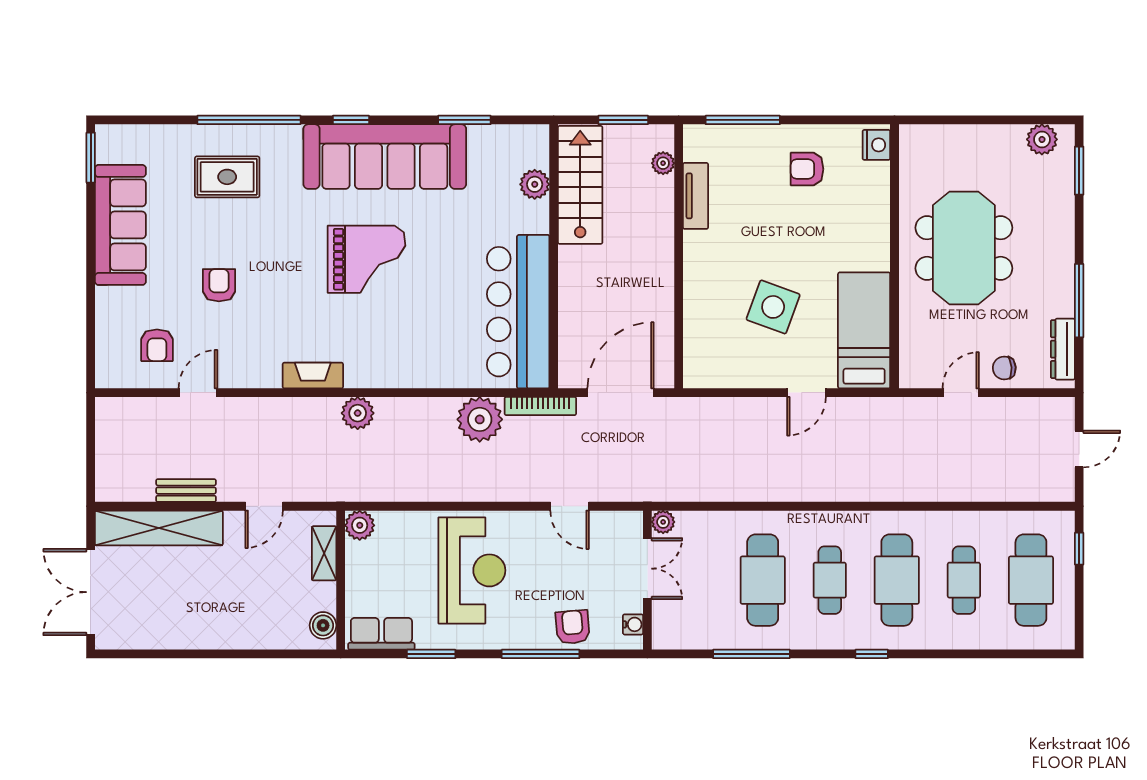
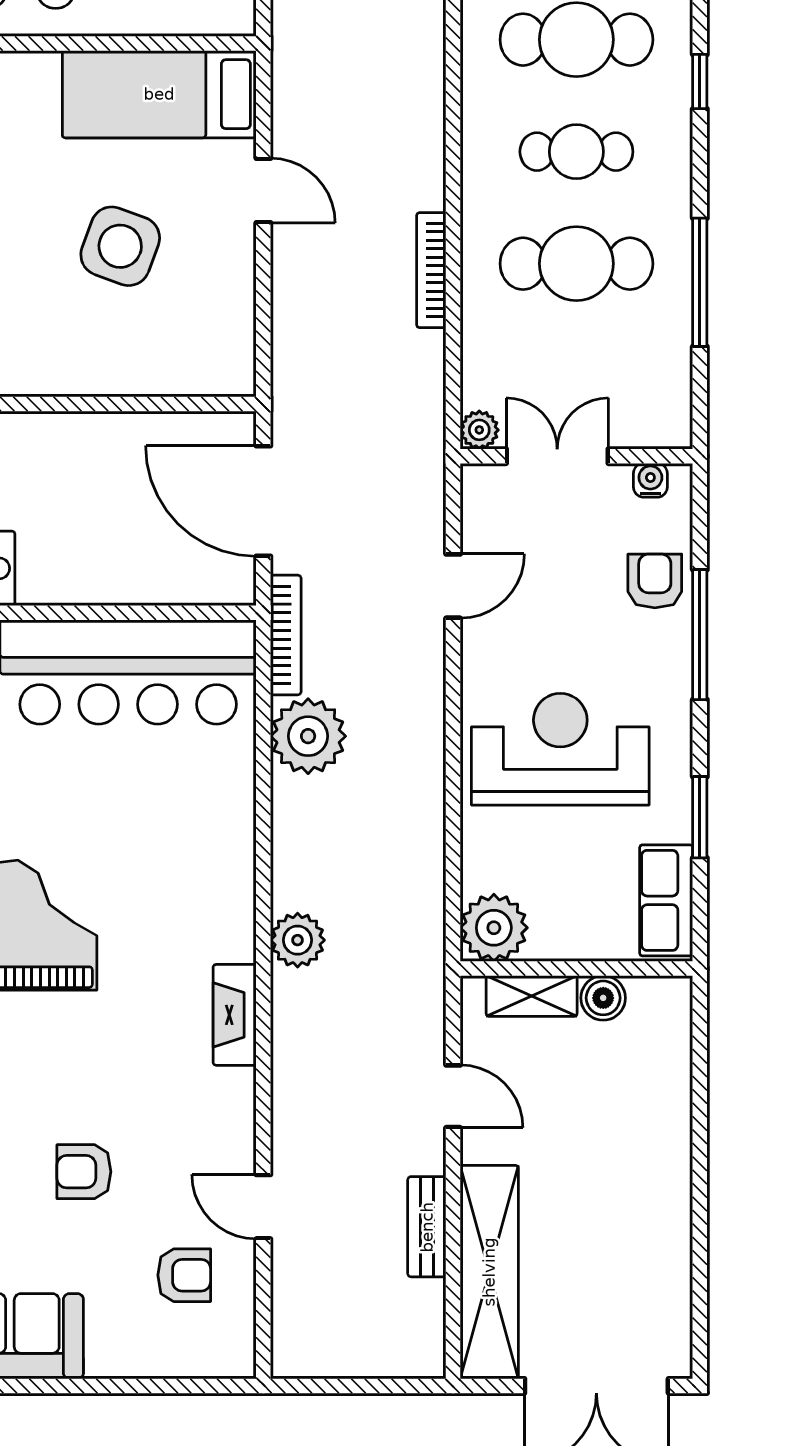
bookcase: (759, 493) -> (431, 270), added
plant: (360, 525) -> (494, 928), width x1.36, depth x1.36
boiler: (323, 625) -> (603, 998), moved
armchair: (573, 627) -> (655, 581), turned 95

